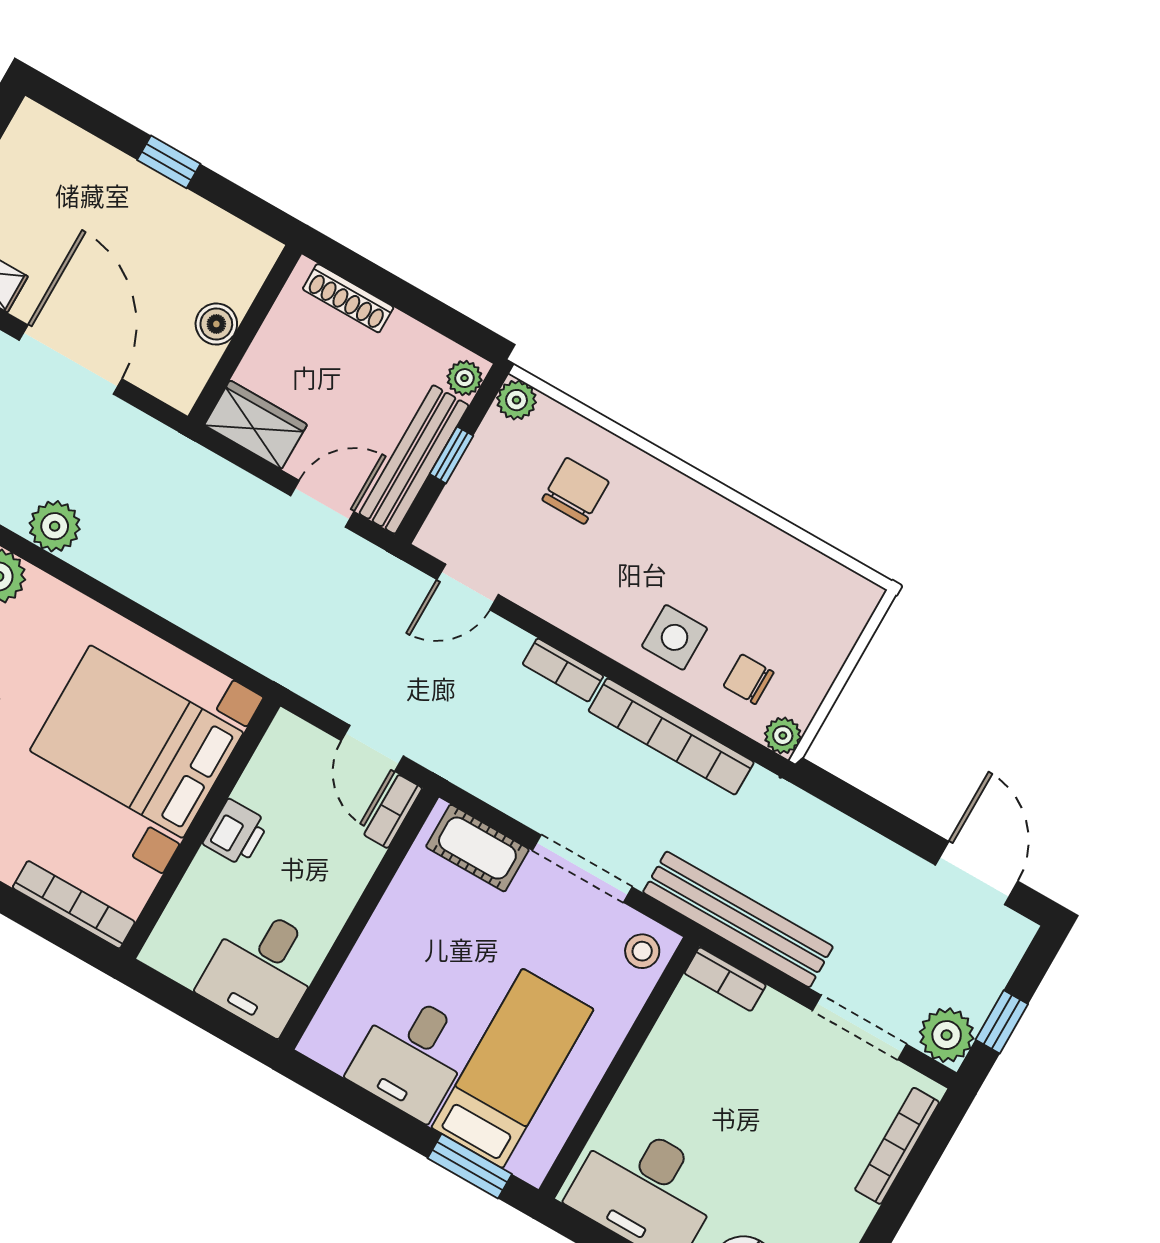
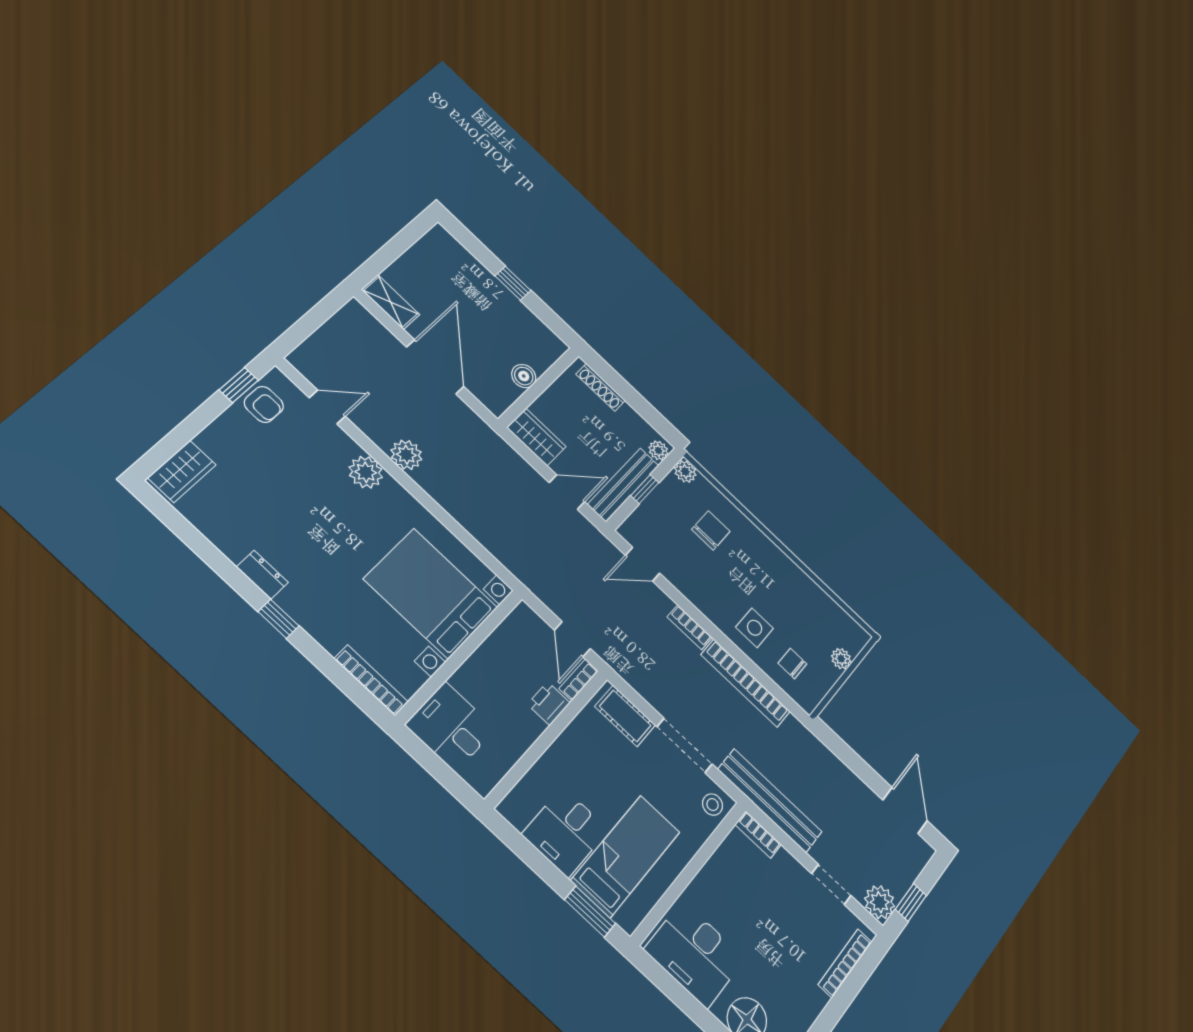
plant: (783, 736) -> (841, 659), moved
printer: (236, 833) -> (549, 704), moved, turned 180
desk: (262, 970) -> (450, 727), moved, turned 90
doorway: (860, 1027) -> (831, 885), width x0.73

